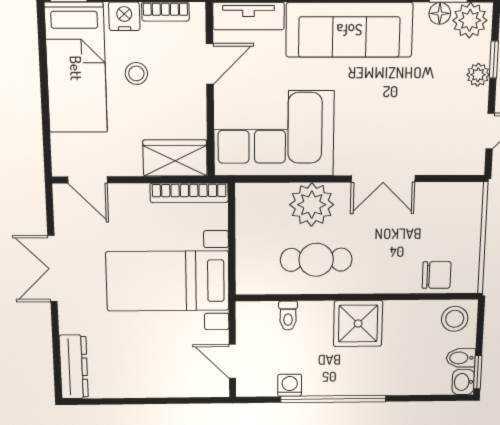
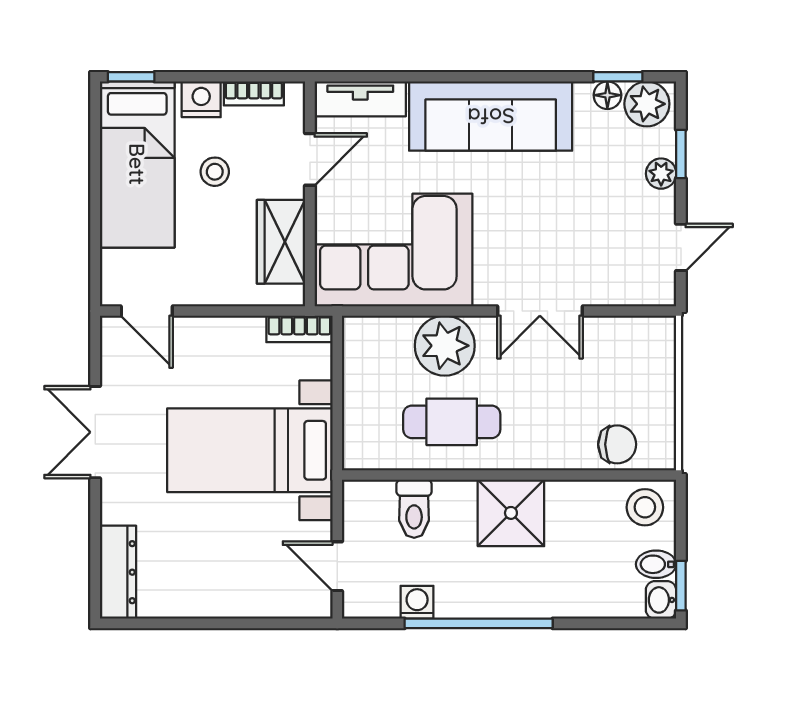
wardrobe: (175, 158) -> (281, 242), moved, turned -90
bookcase: (189, 193) -> (299, 329), width x0.64
toilet: (288, 316) -> (414, 509), width x1.37, depth x1.39

